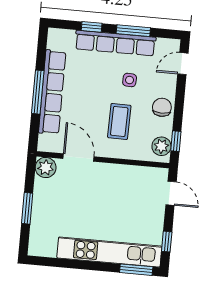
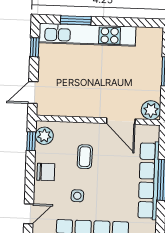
chair: (162, 107) -> (46, 172), turned -90
coffee table: (119, 121) -> (85, 157), width x0.73, depth x0.77
door: (171, 193) -> (33, 93), hinge flipped
window: (136, 270) -> (76, 20), moved

